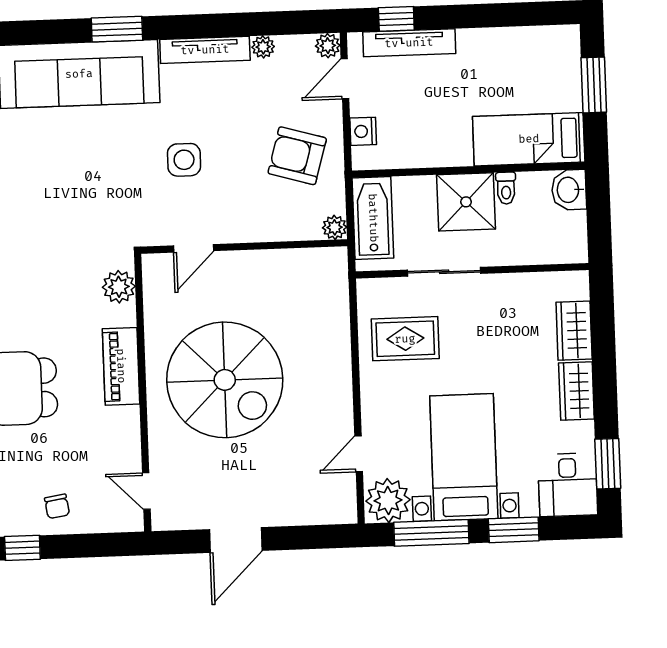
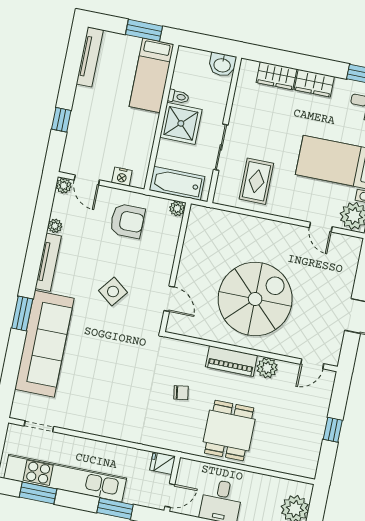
window: (396, 19) -> (61, 120), moved
tv unit: (409, 43) -> (90, 57), moved
window: (594, 85) -> (144, 30), moved
armchair: (297, 156) -> (127, 221), turned -106
side table: (184, 160) -> (113, 292), turned 38
washbasin: (569, 190) -> (222, 65), moved
plant: (119, 287) -> (267, 368), moved
chair: (57, 506) -> (181, 393), moved
window: (22, 548) -> (333, 430), moved

